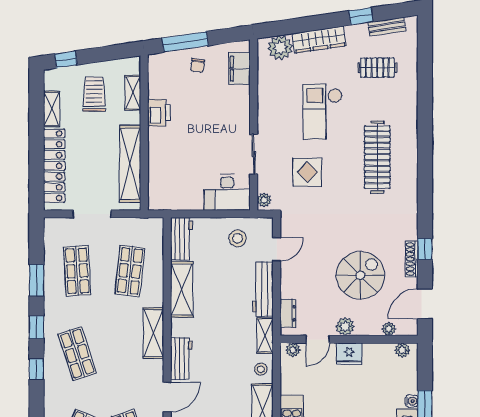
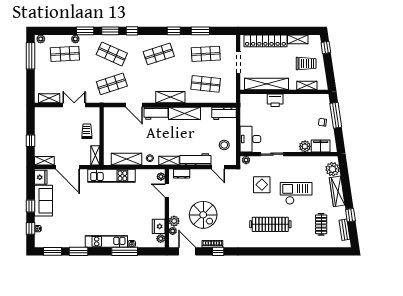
plant: (240, 96) -> (305, 146), added
printer: (159, 113) -> (275, 100), moved
shelving: (182, 289) -> (184, 113), moved
plant: (345, 327) -> (174, 221), moved
fridge: (349, 354) -> (159, 226), moved
window: (37, 369) -> (132, 31), moved

